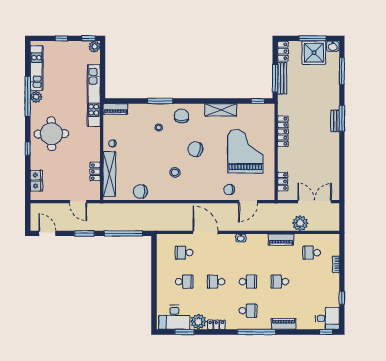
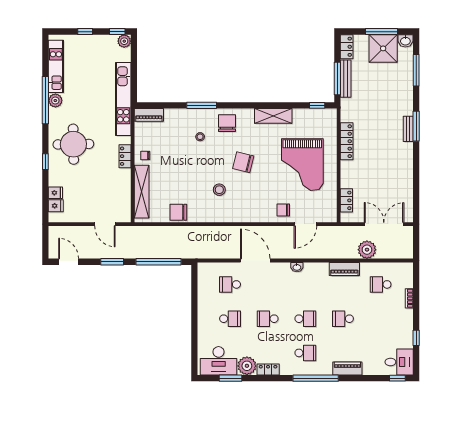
grand piano: (245, 151) -> (302, 165), turned 180
locker: (95, 172) -> (125, 156), moved

